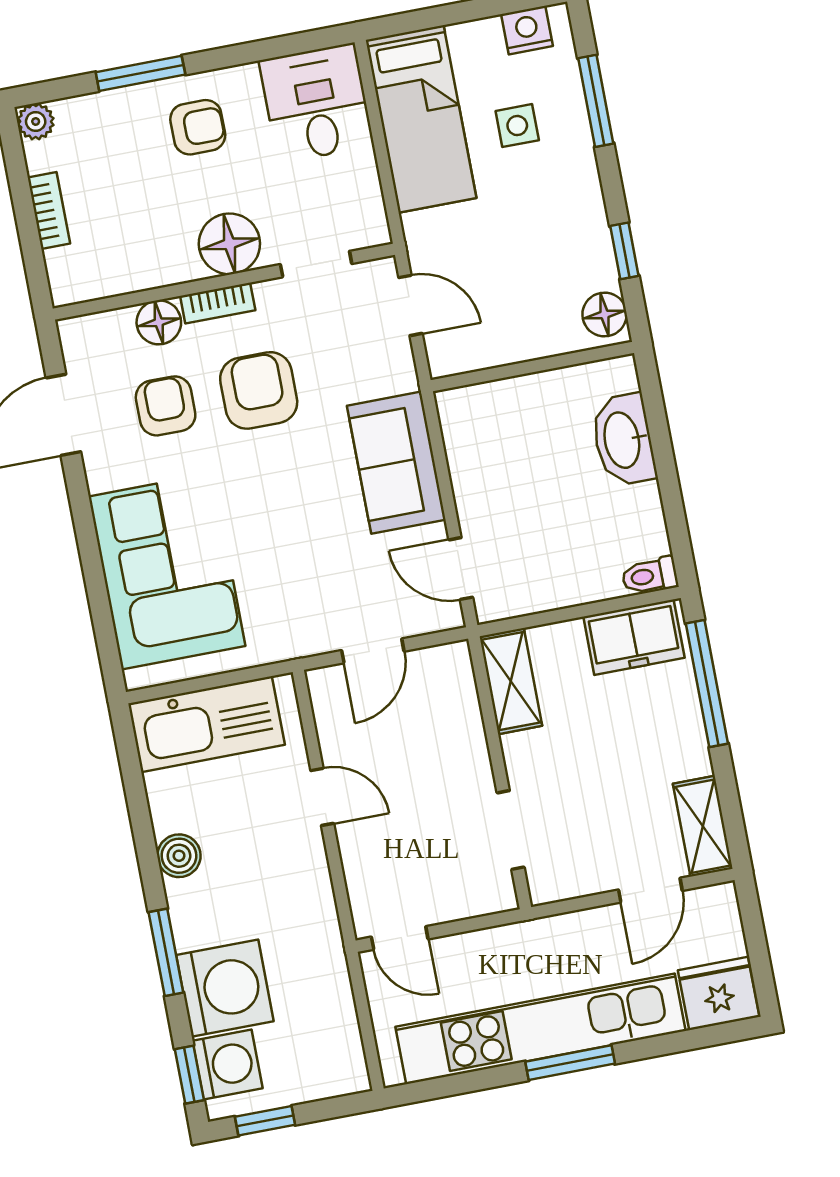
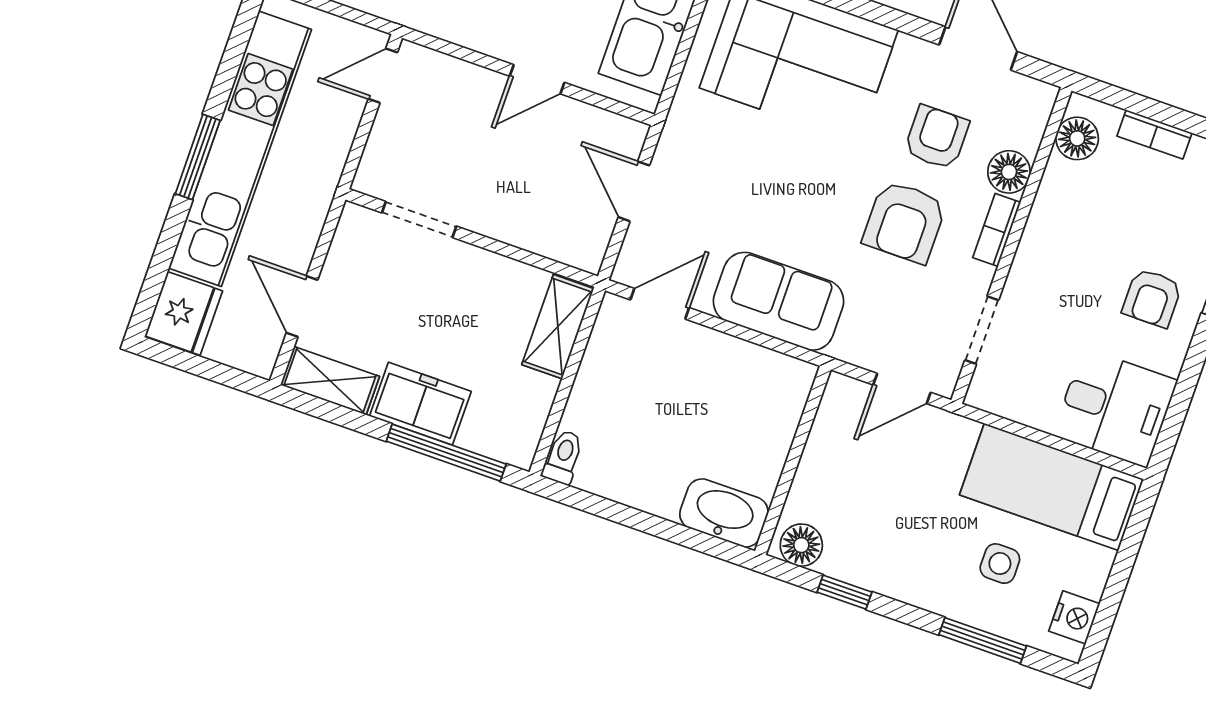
floor lamp: (229, 244) -> (1077, 138), moved, width x0.73, depth x0.73
armchair: (259, 390) -> (905, 222), turned 90
armchair: (166, 406) -> (936, 137), turned -90
washbasin: (623, 440) -> (724, 513), moved
freezer: (634, 637) -> (420, 404), moved, turned 90
shelving: (511, 681) -> (558, 327), moved, turned 90

